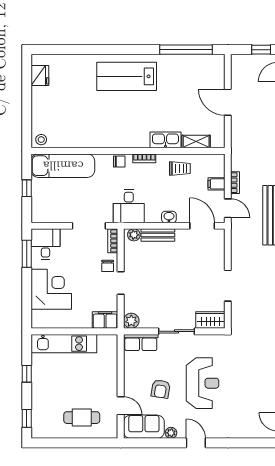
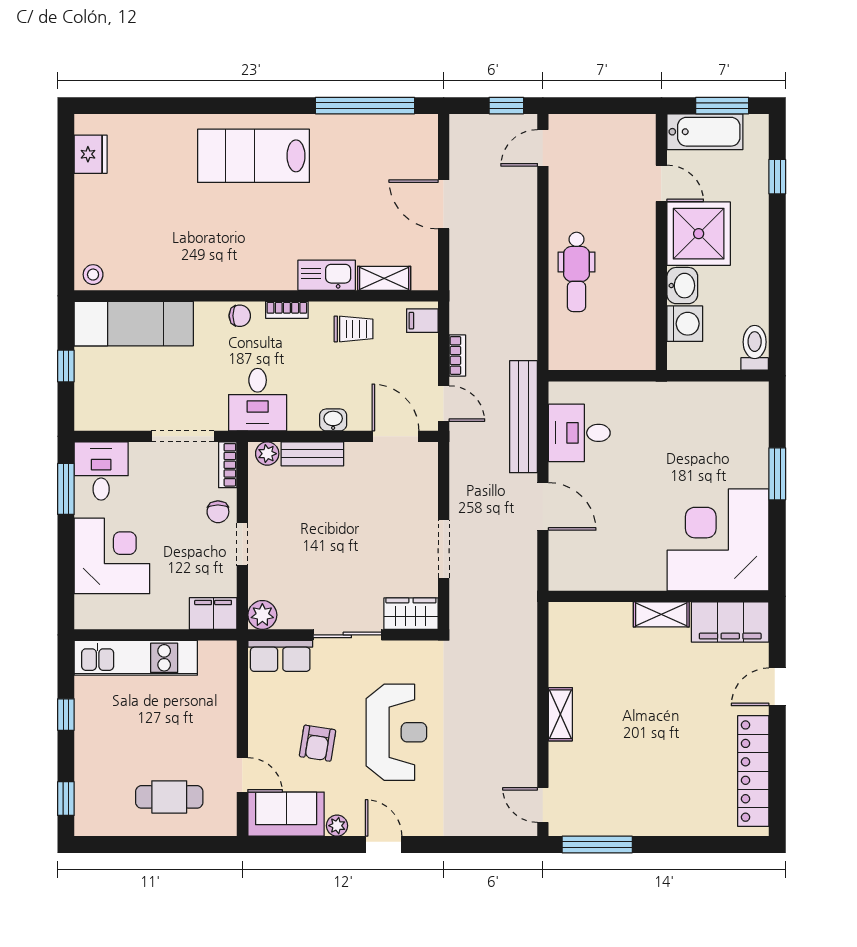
filing cabinet: (216, 184) -> (422, 321), moved

